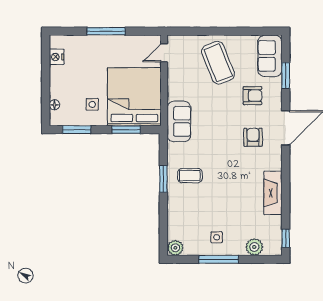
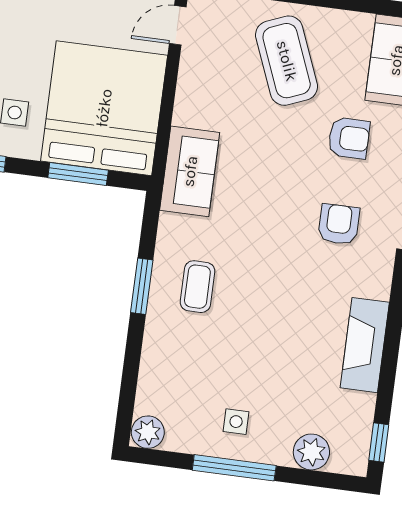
coffee table: (190, 176) -> (197, 287), turned 90

